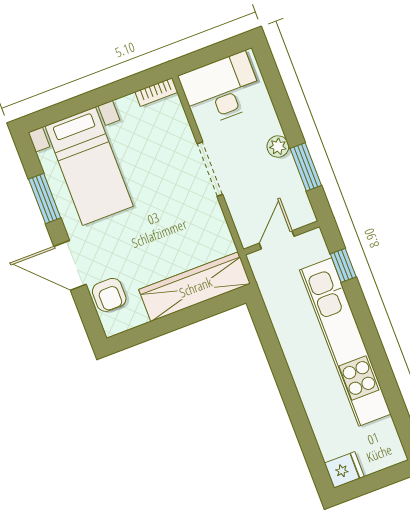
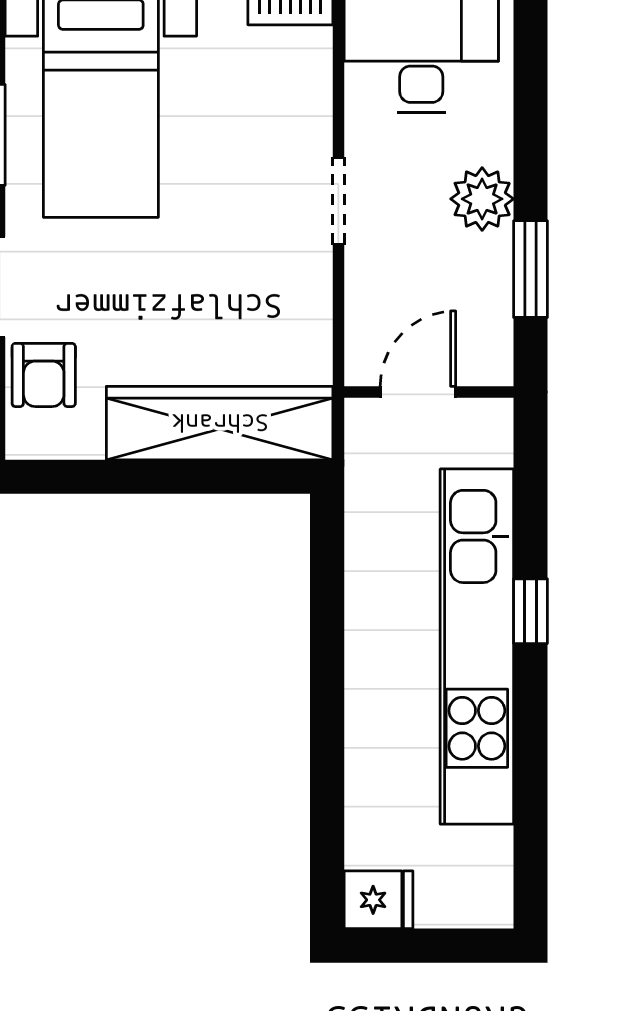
plant: (278, 147) -> (482, 199), width x1.38, depth x1.38
doorway: (210, 169) -> (338, 201), width x0.73
window: (343, 265) -> (531, 611), moved

